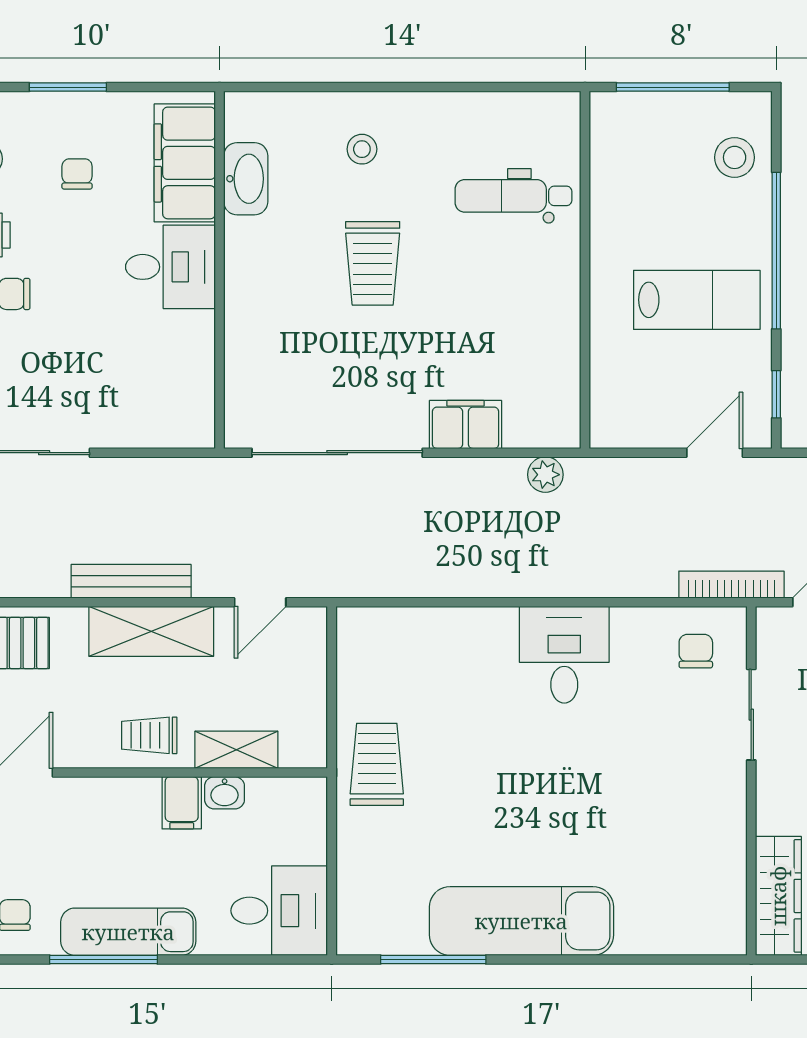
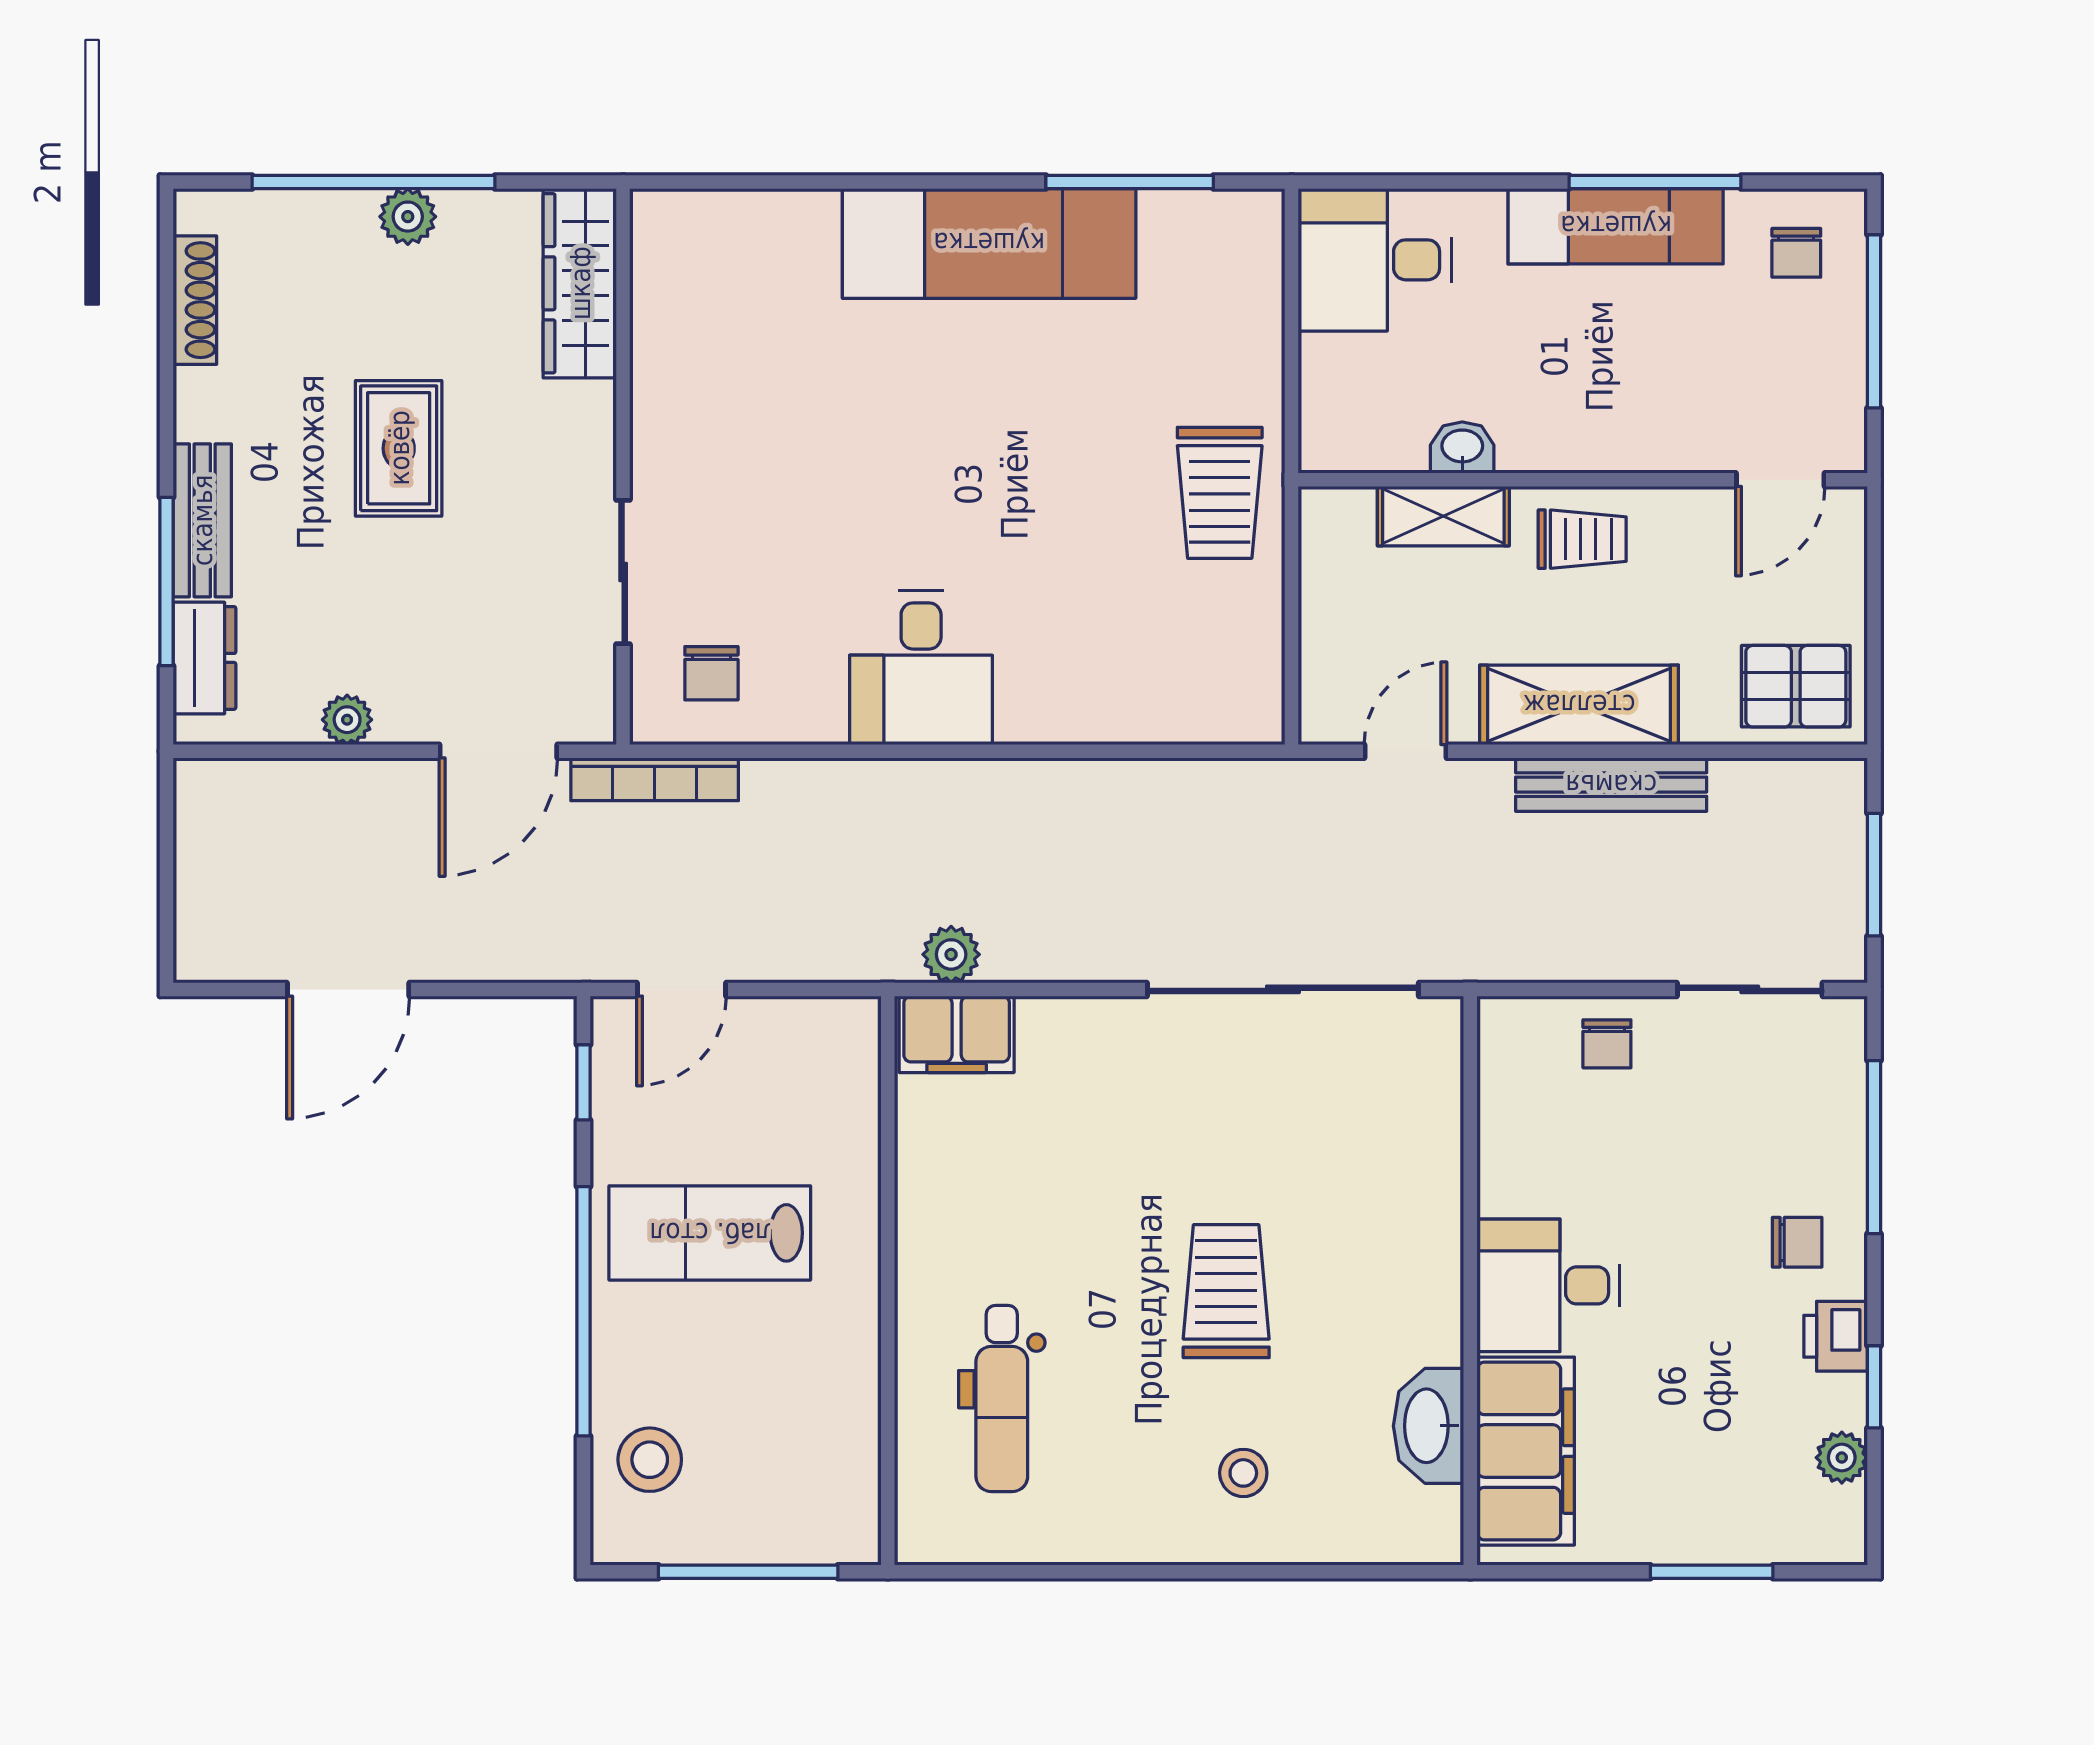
chair: (77, 174) -> (1607, 1044), moved
dental chair: (514, 196) -> (1002, 1398), turned 90
filing cabinet: (465, 424) -> (957, 1034), moved
filing cabinet: (182, 803) -> (1531, 432), removed

